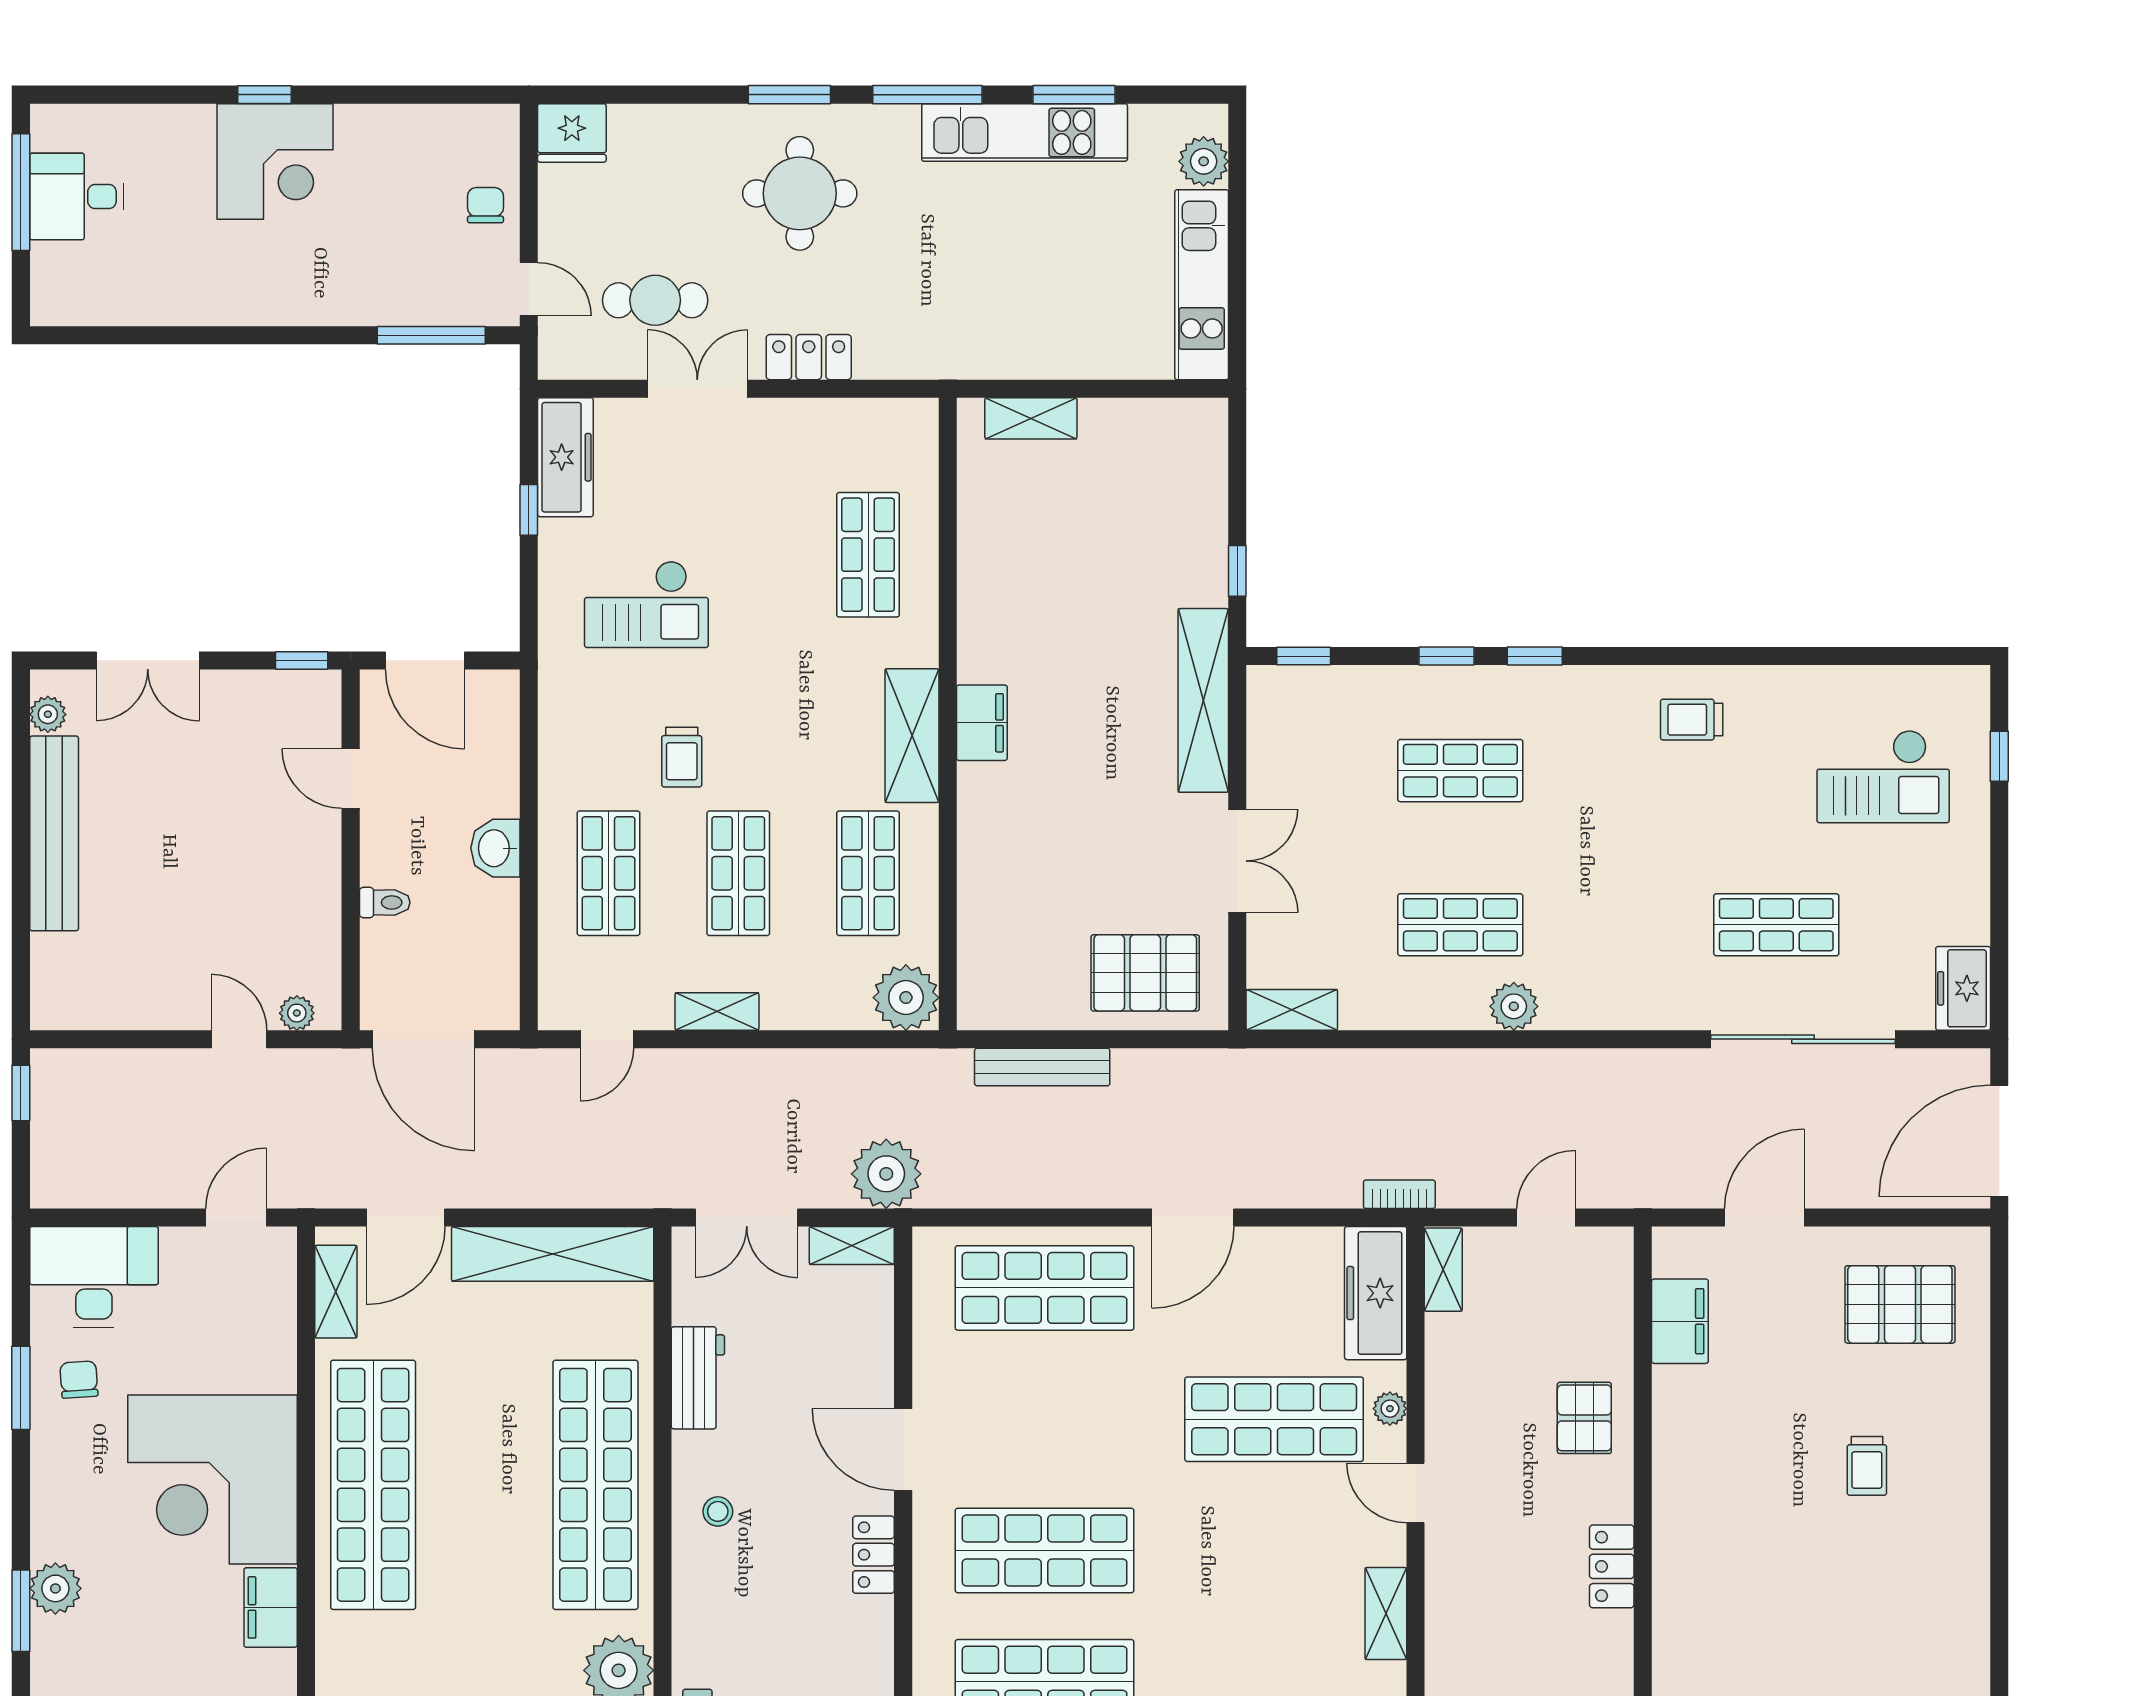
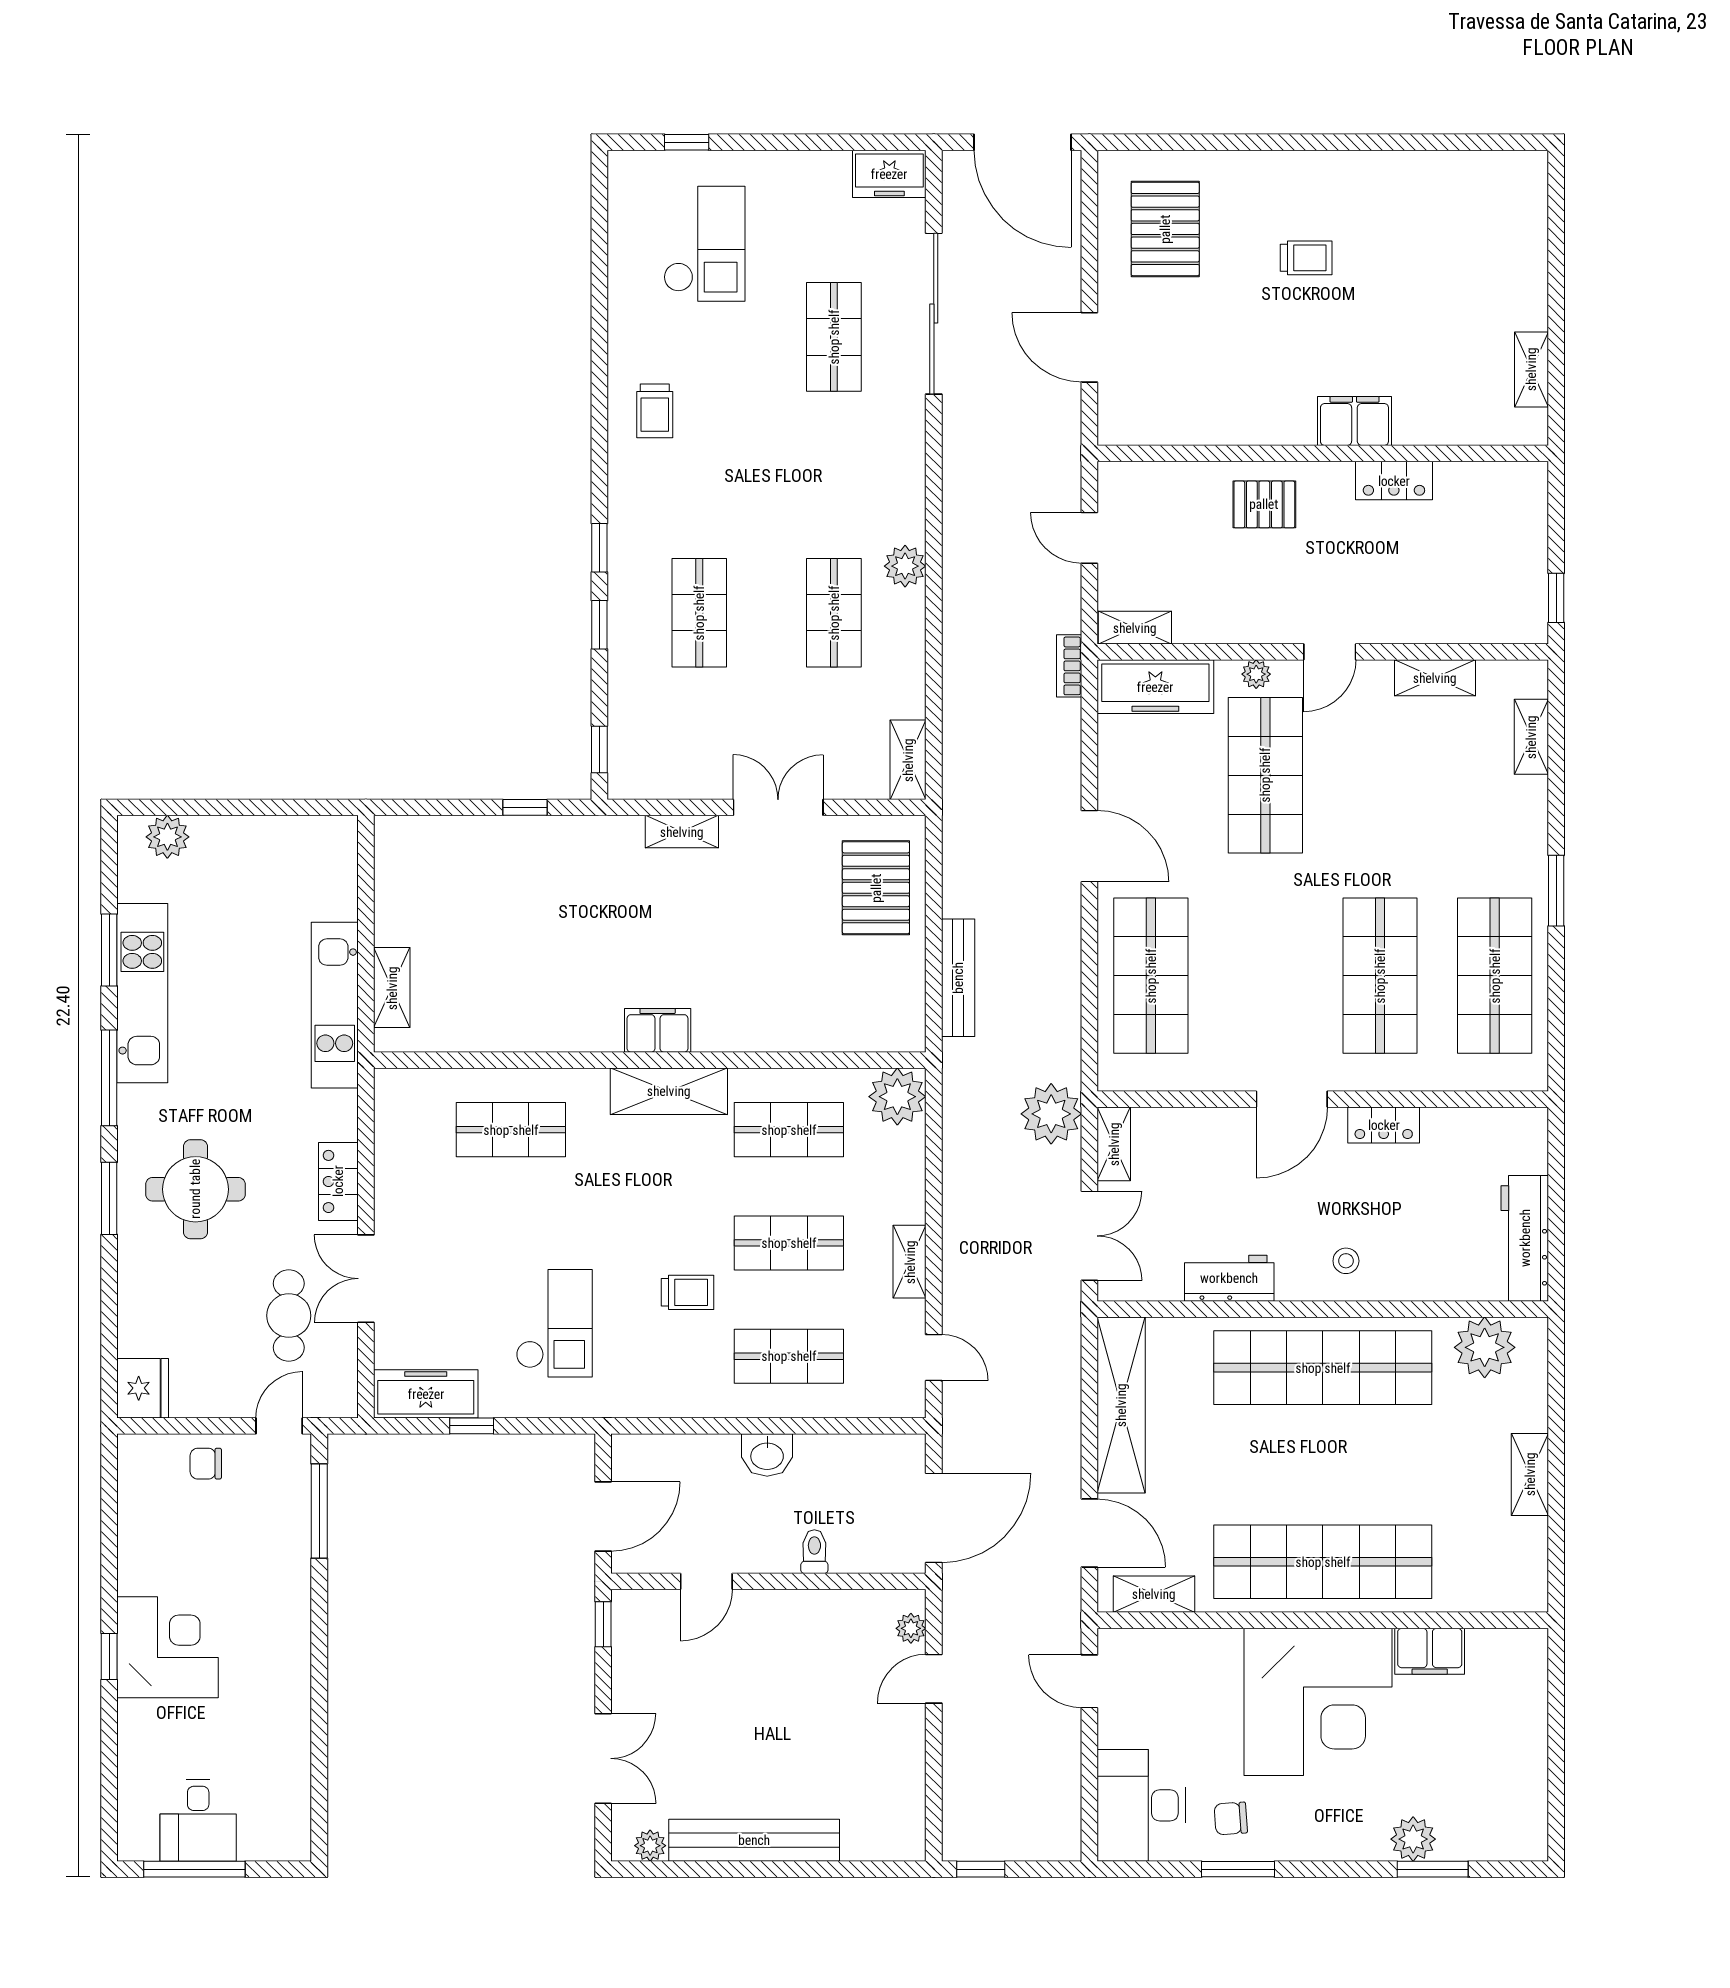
kitchen unit: (1202, 285) -> (335, 1005), moved, turned 90
shelving: (1203, 700) -> (682, 832), width x0.45, depth x0.75
filing cabinet: (1680, 1321) -> (1354, 421), moved

